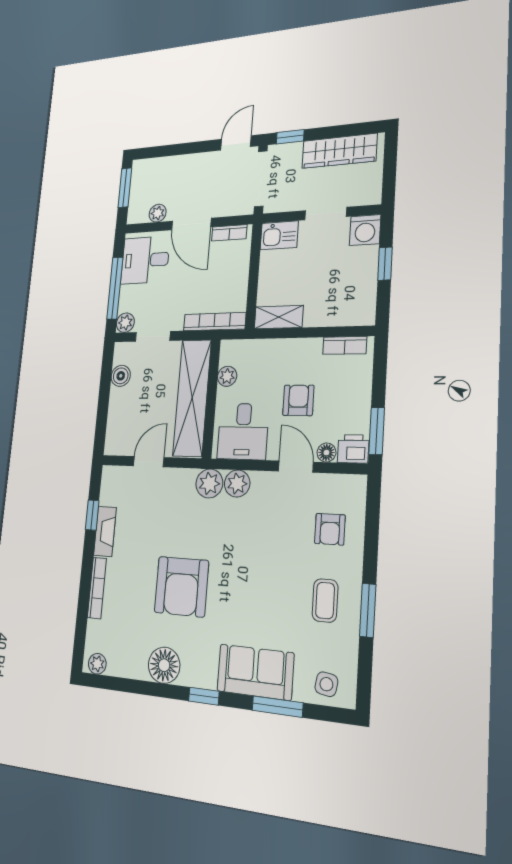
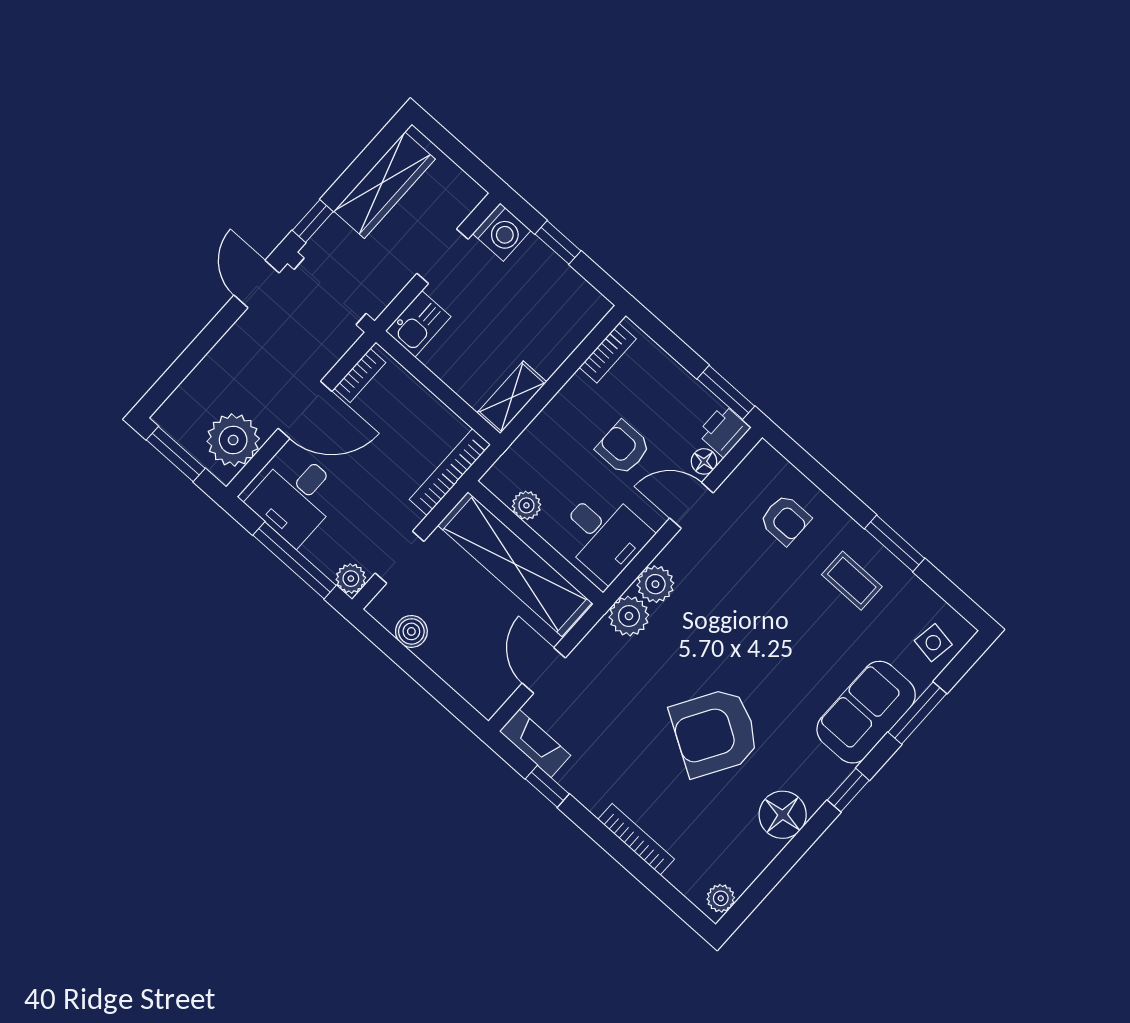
plant: (158, 213) -> (233, 440), width x1.88, depth x1.88
fireplace: (105, 531) -> (535, 743), moved
armchair: (181, 587) -> (715, 732), turned 121

